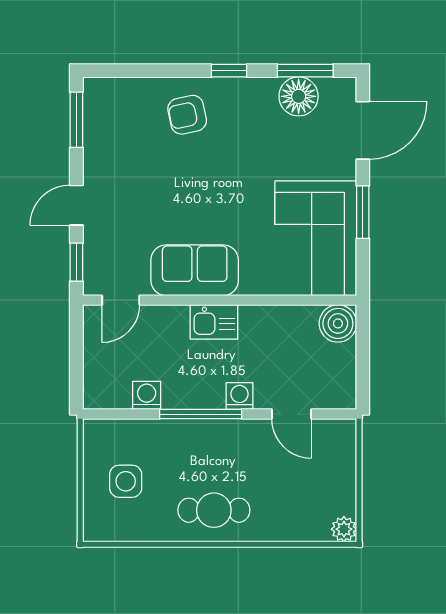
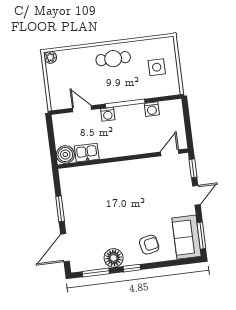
floor lamp: (299, 96) -> (114, 258), moved
corner sofa: (316, 238) -> (81, 194), removed
sofa: (195, 270) -> (186, 237), moved, turned 90
kitchen sink: (214, 322) -> (87, 153), moved

